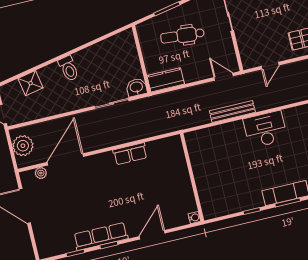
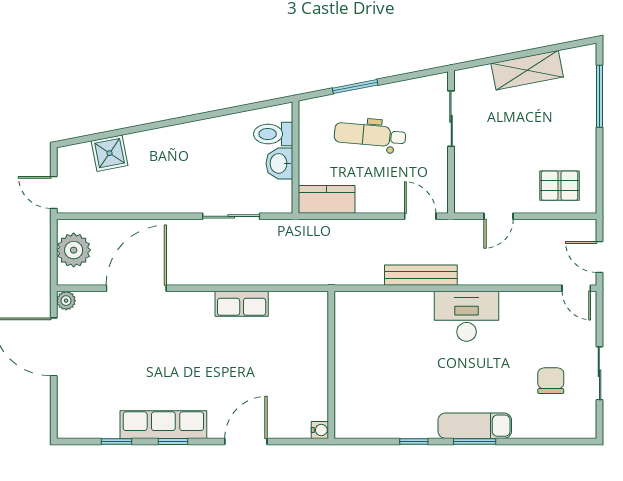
toilet: (69, 68) -> (273, 134), moved, turned 101
washbasin: (136, 87) -> (279, 163), moved, turned -90
plant: (41, 173) -> (66, 301), moved

